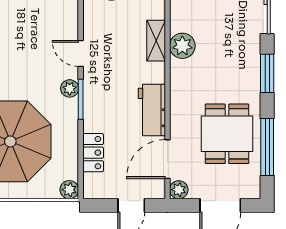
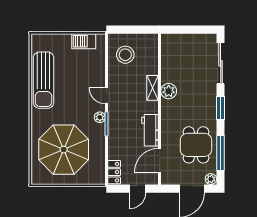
locker: (93, 153) -> (114, 172), moved
plant: (69, 190) -> (100, 179), removed
plant: (179, 190) -> (211, 179), moved

